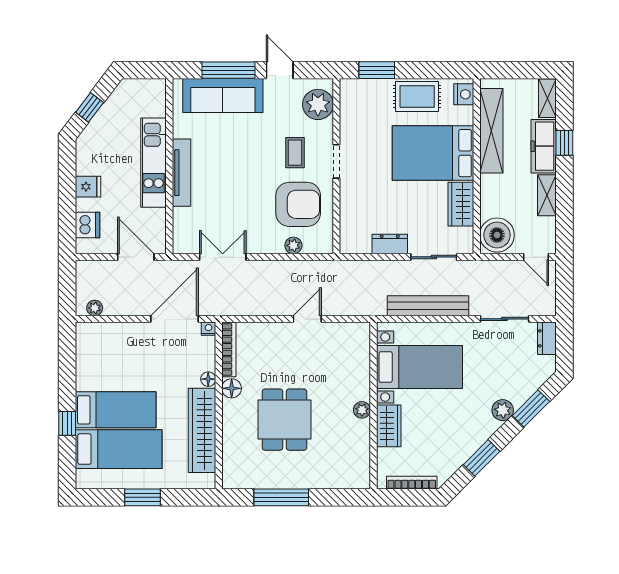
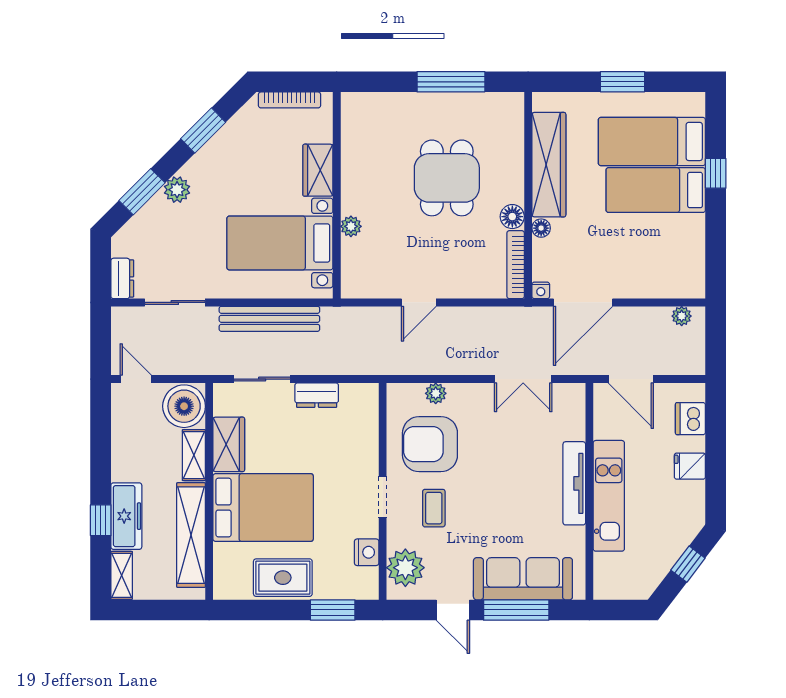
nightstand: (464, 94) -> (367, 552), moved, turned 180
shelving: (547, 195) -> (194, 455), moved
plant: (362, 410) -> (351, 226), moved

